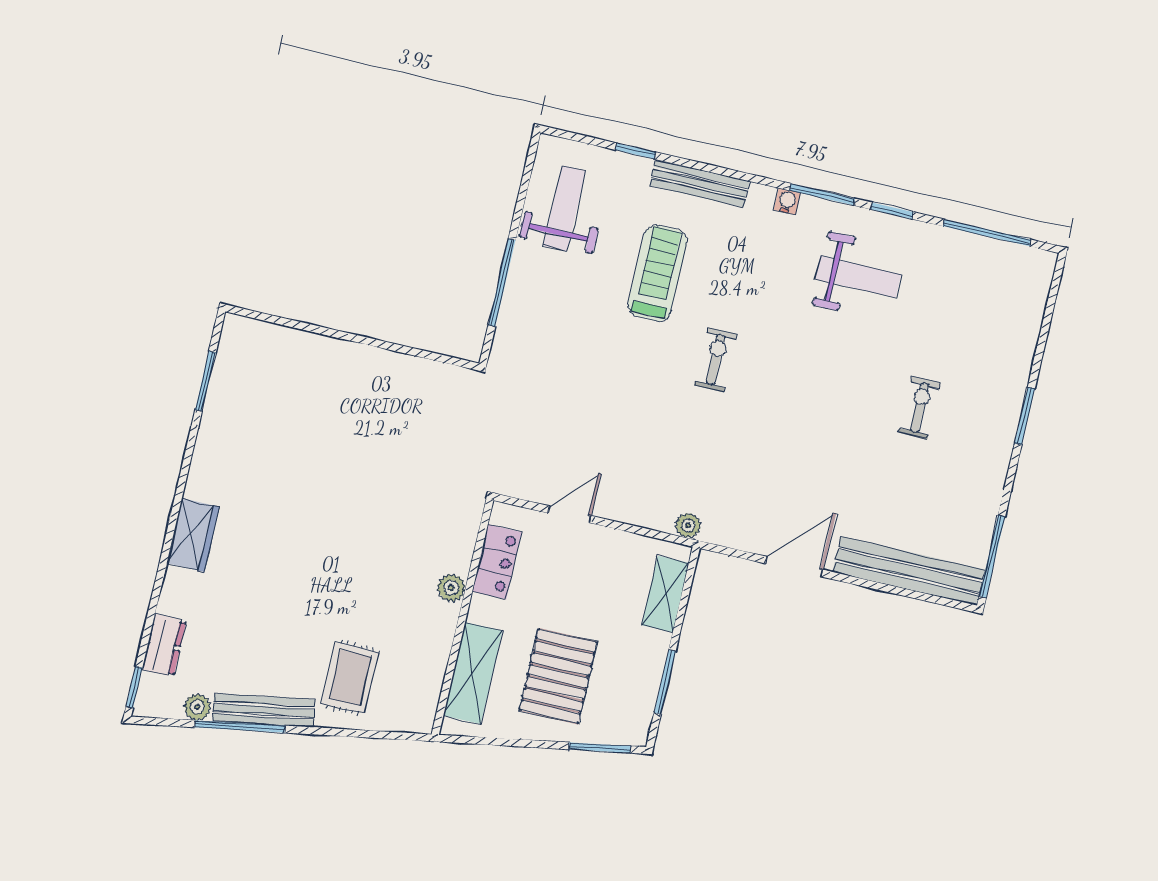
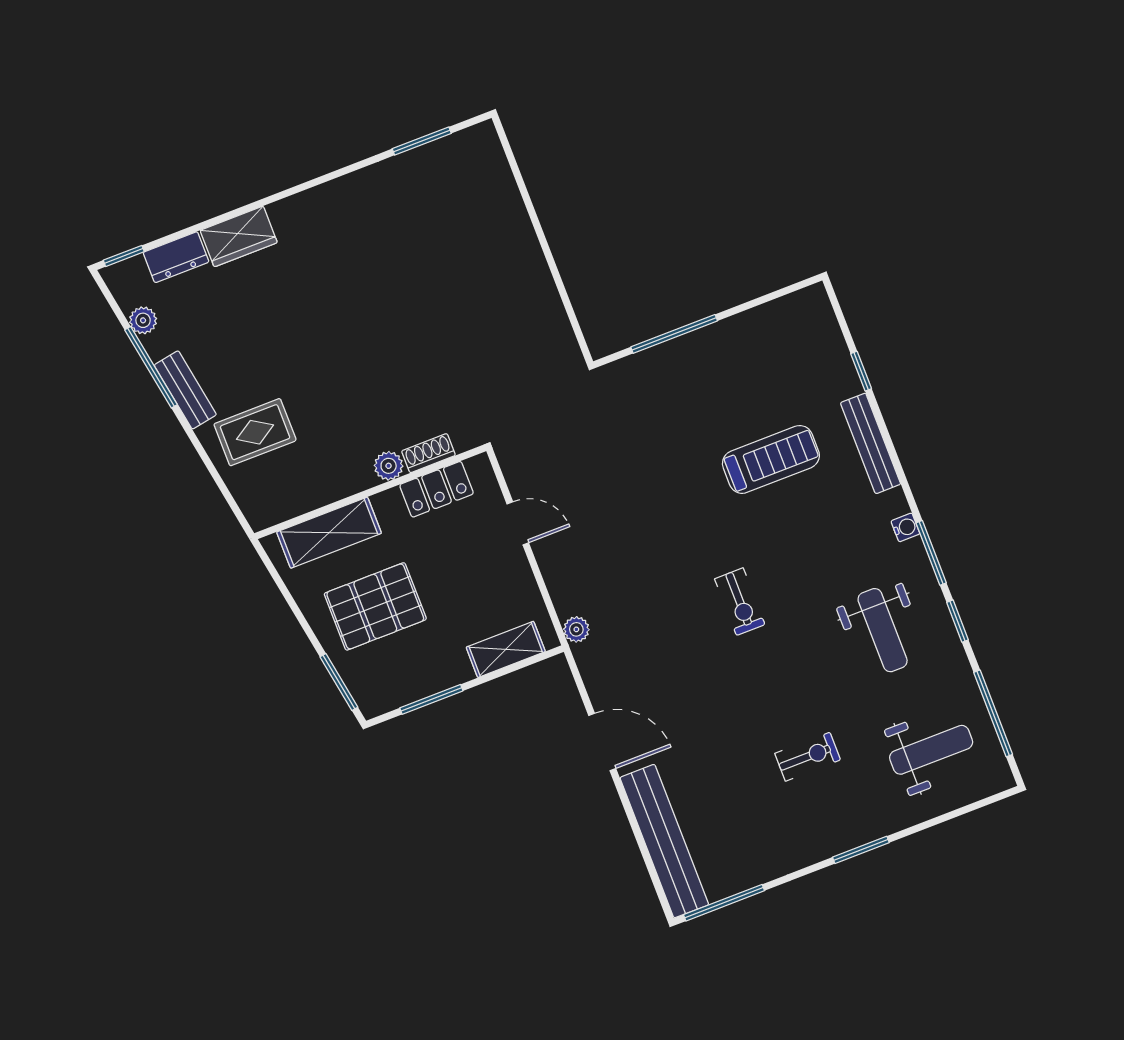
weight bench: (564, 208) -> (931, 750), moved
exercise bike: (716, 360) -> (740, 602), moved, turned 90
wardrobe: (193, 535) -> (239, 236), moved
shoe rack: (463, 548) -> (428, 453), added
bench: (264, 710) -> (185, 390), width x0.73

